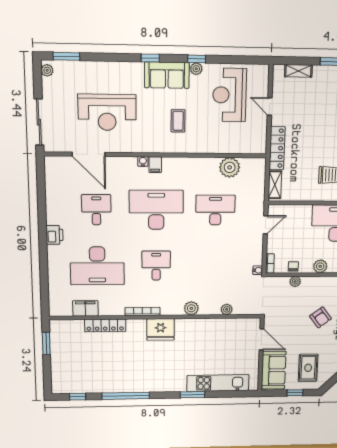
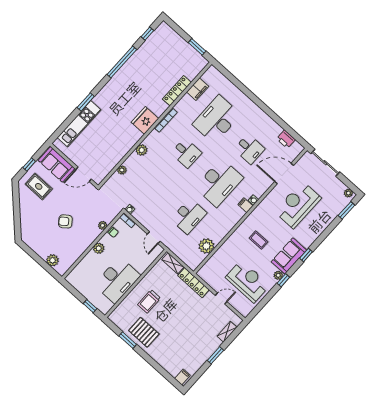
printer: (54, 235) -> (286, 139), moved

